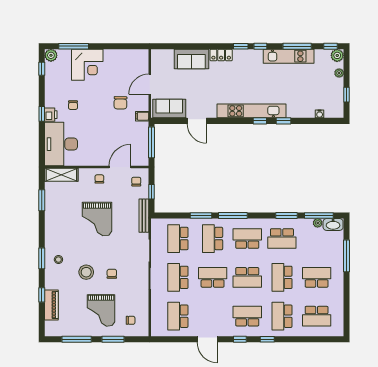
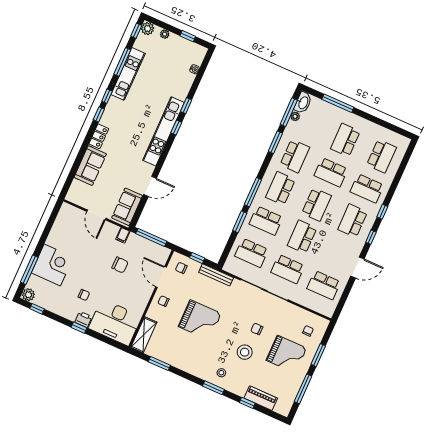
chair: (120, 103) -> (120, 265), moved

